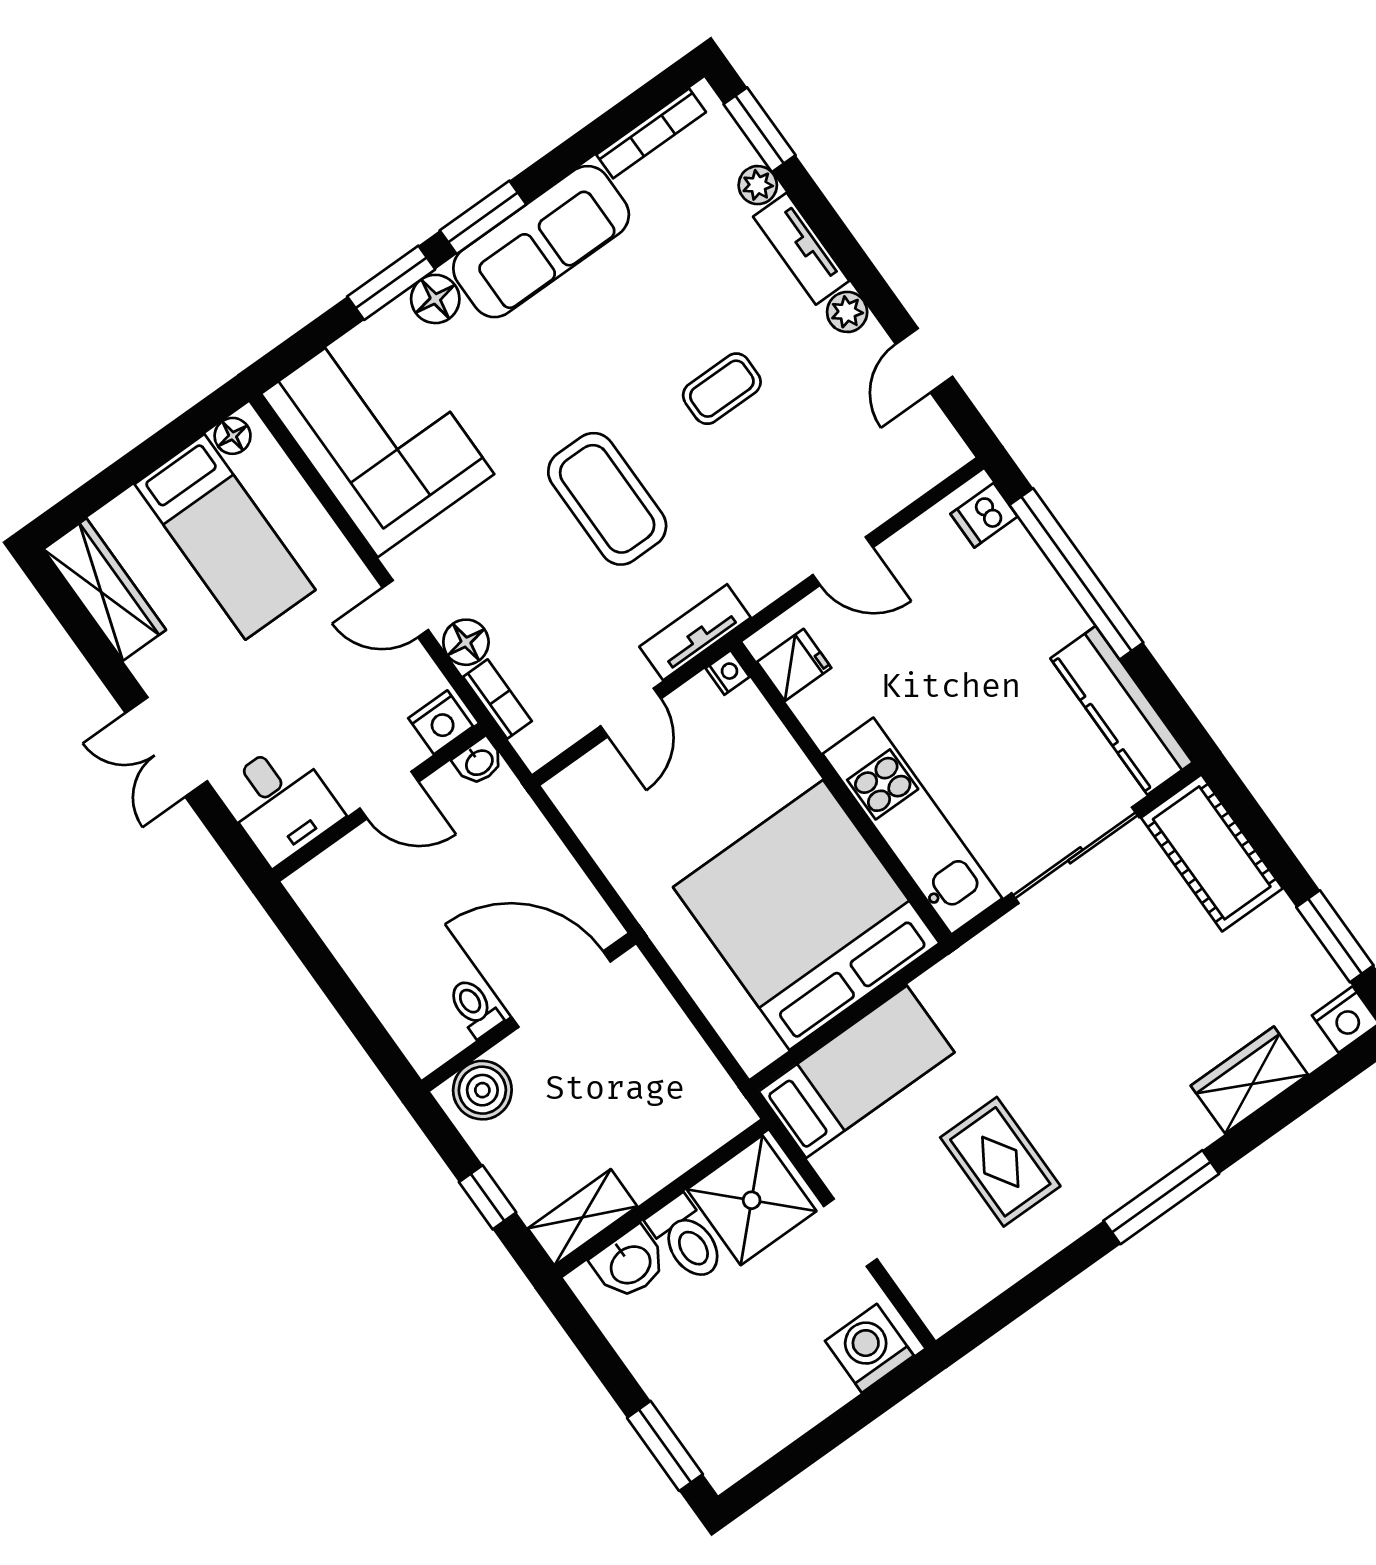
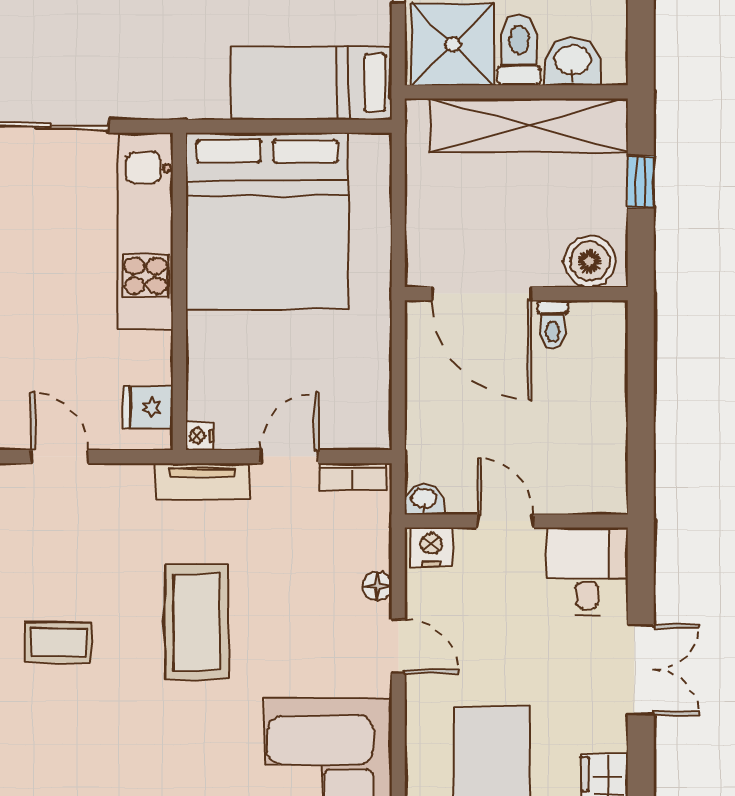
floor lamp: (466, 642) -> (377, 586), width x0.73, depth x0.73
bookcase: (497, 699) -> (352, 477), moved, turned -90
shelving: (583, 1217) -> (529, 125), width x2.20, depth x1.33

